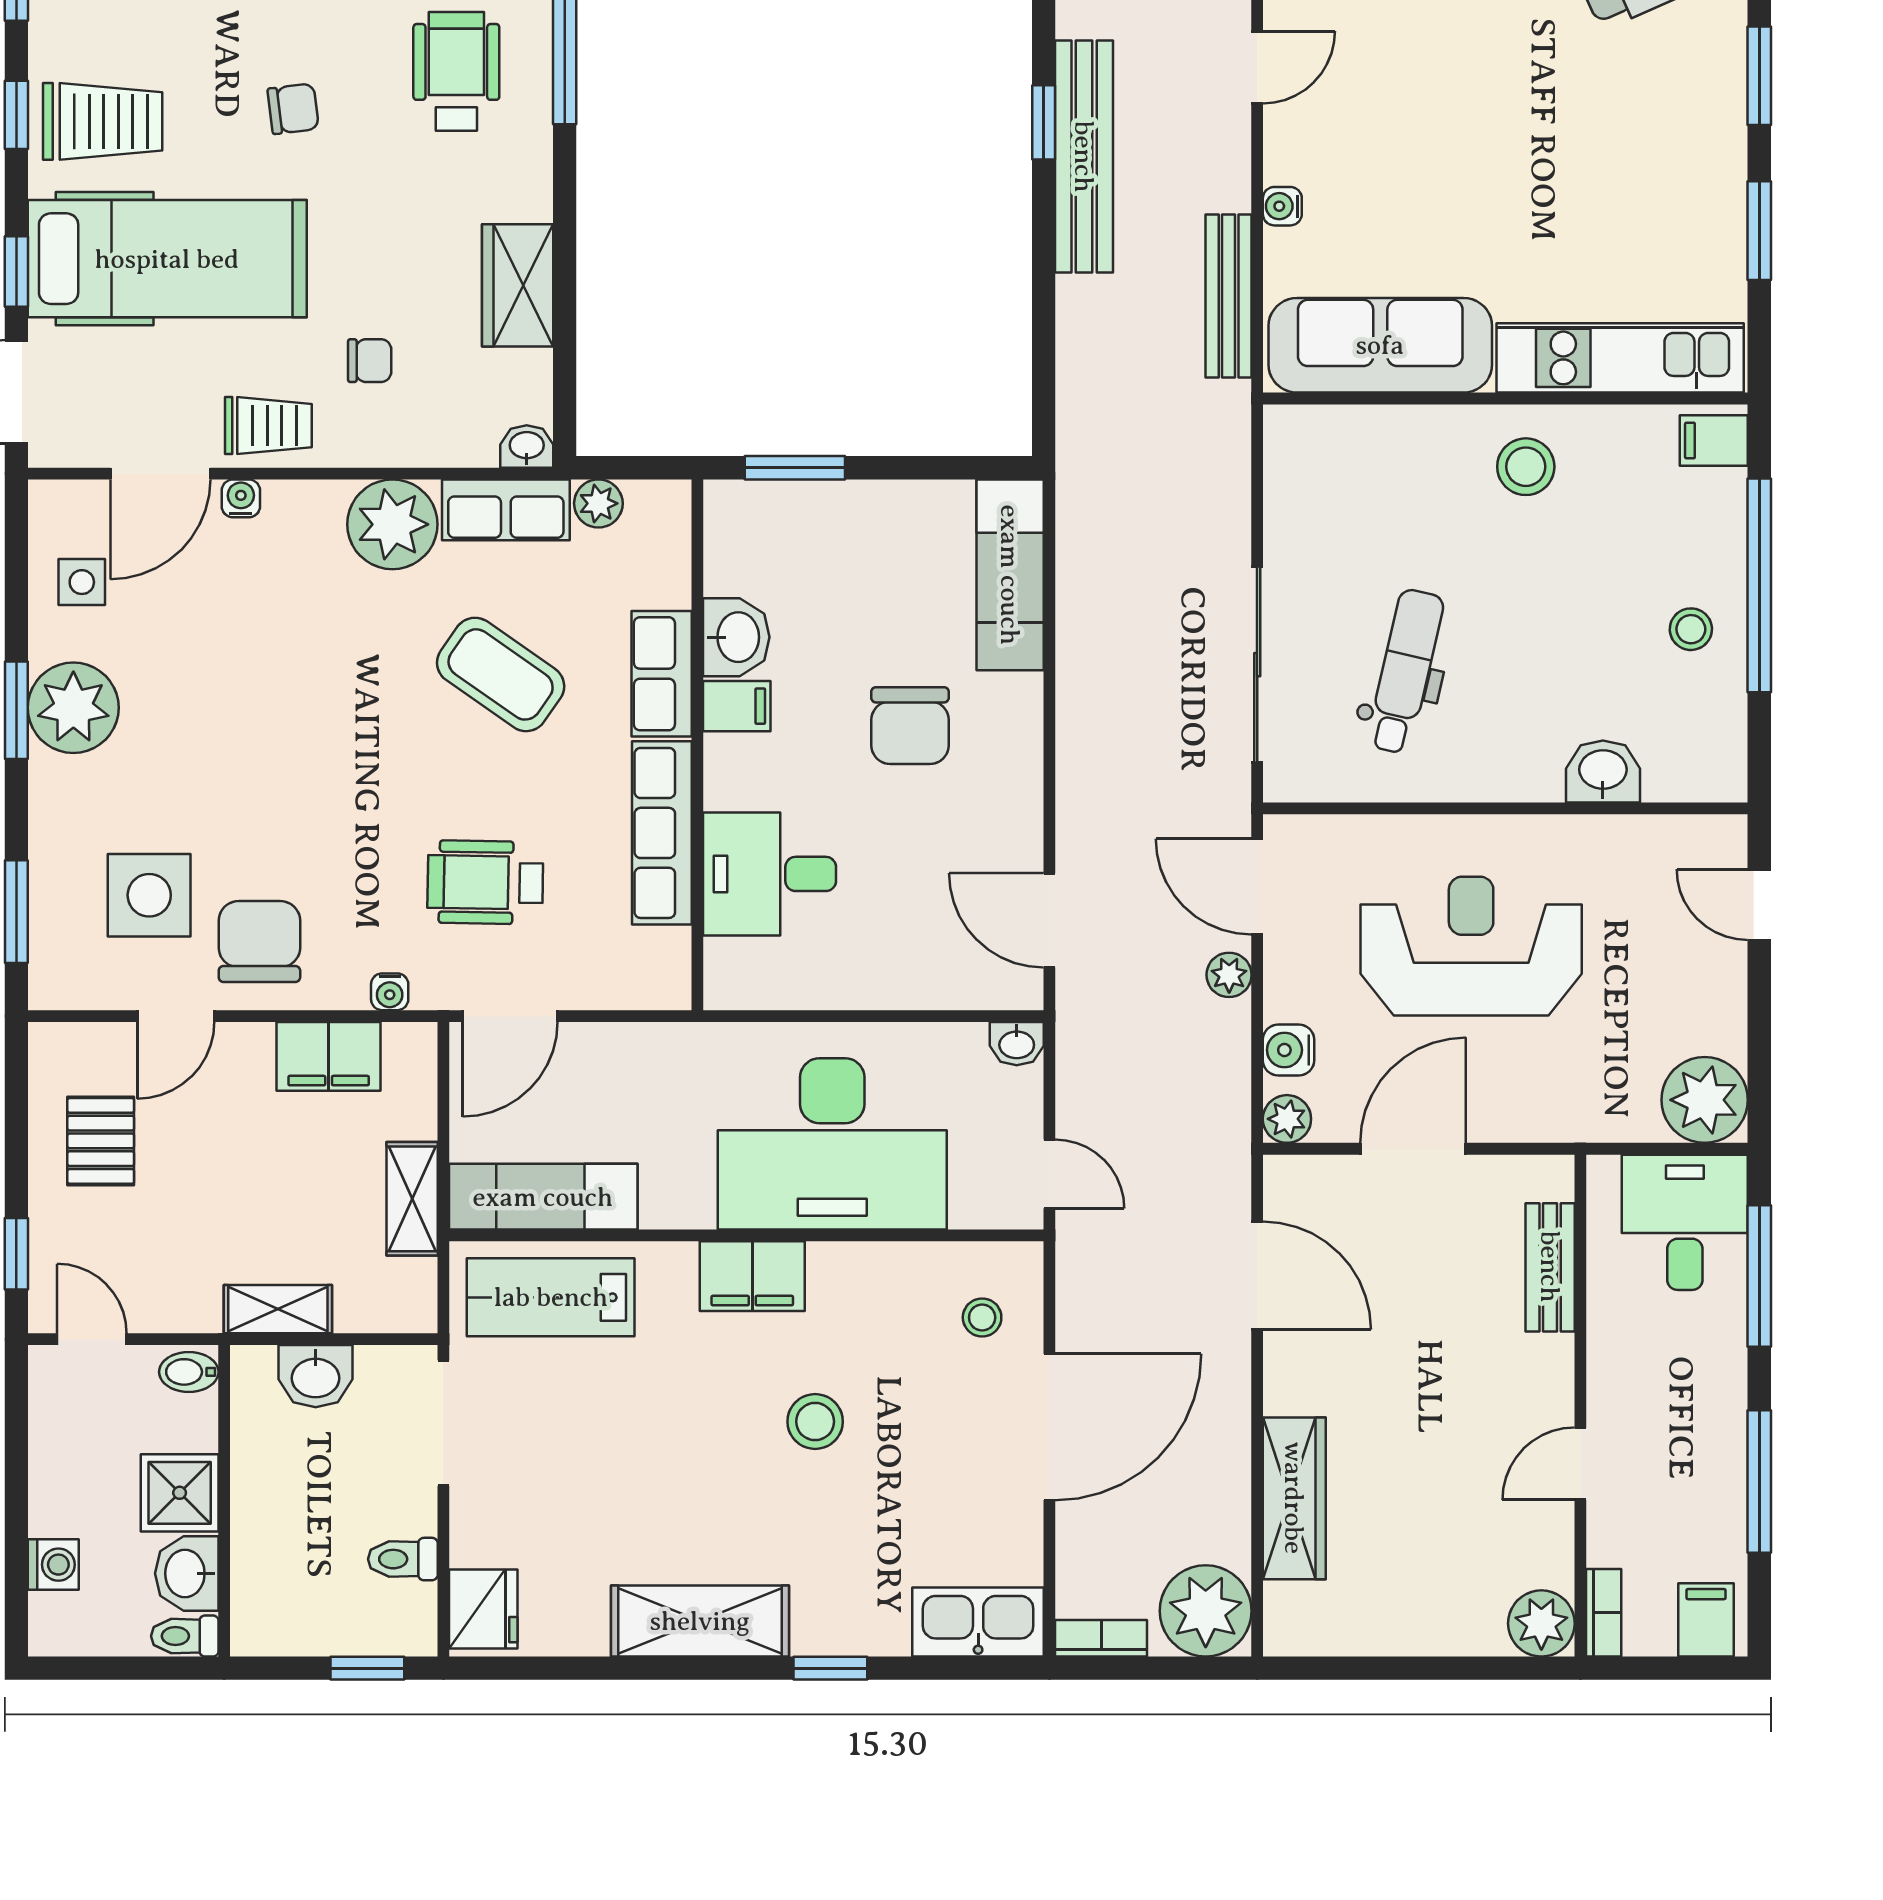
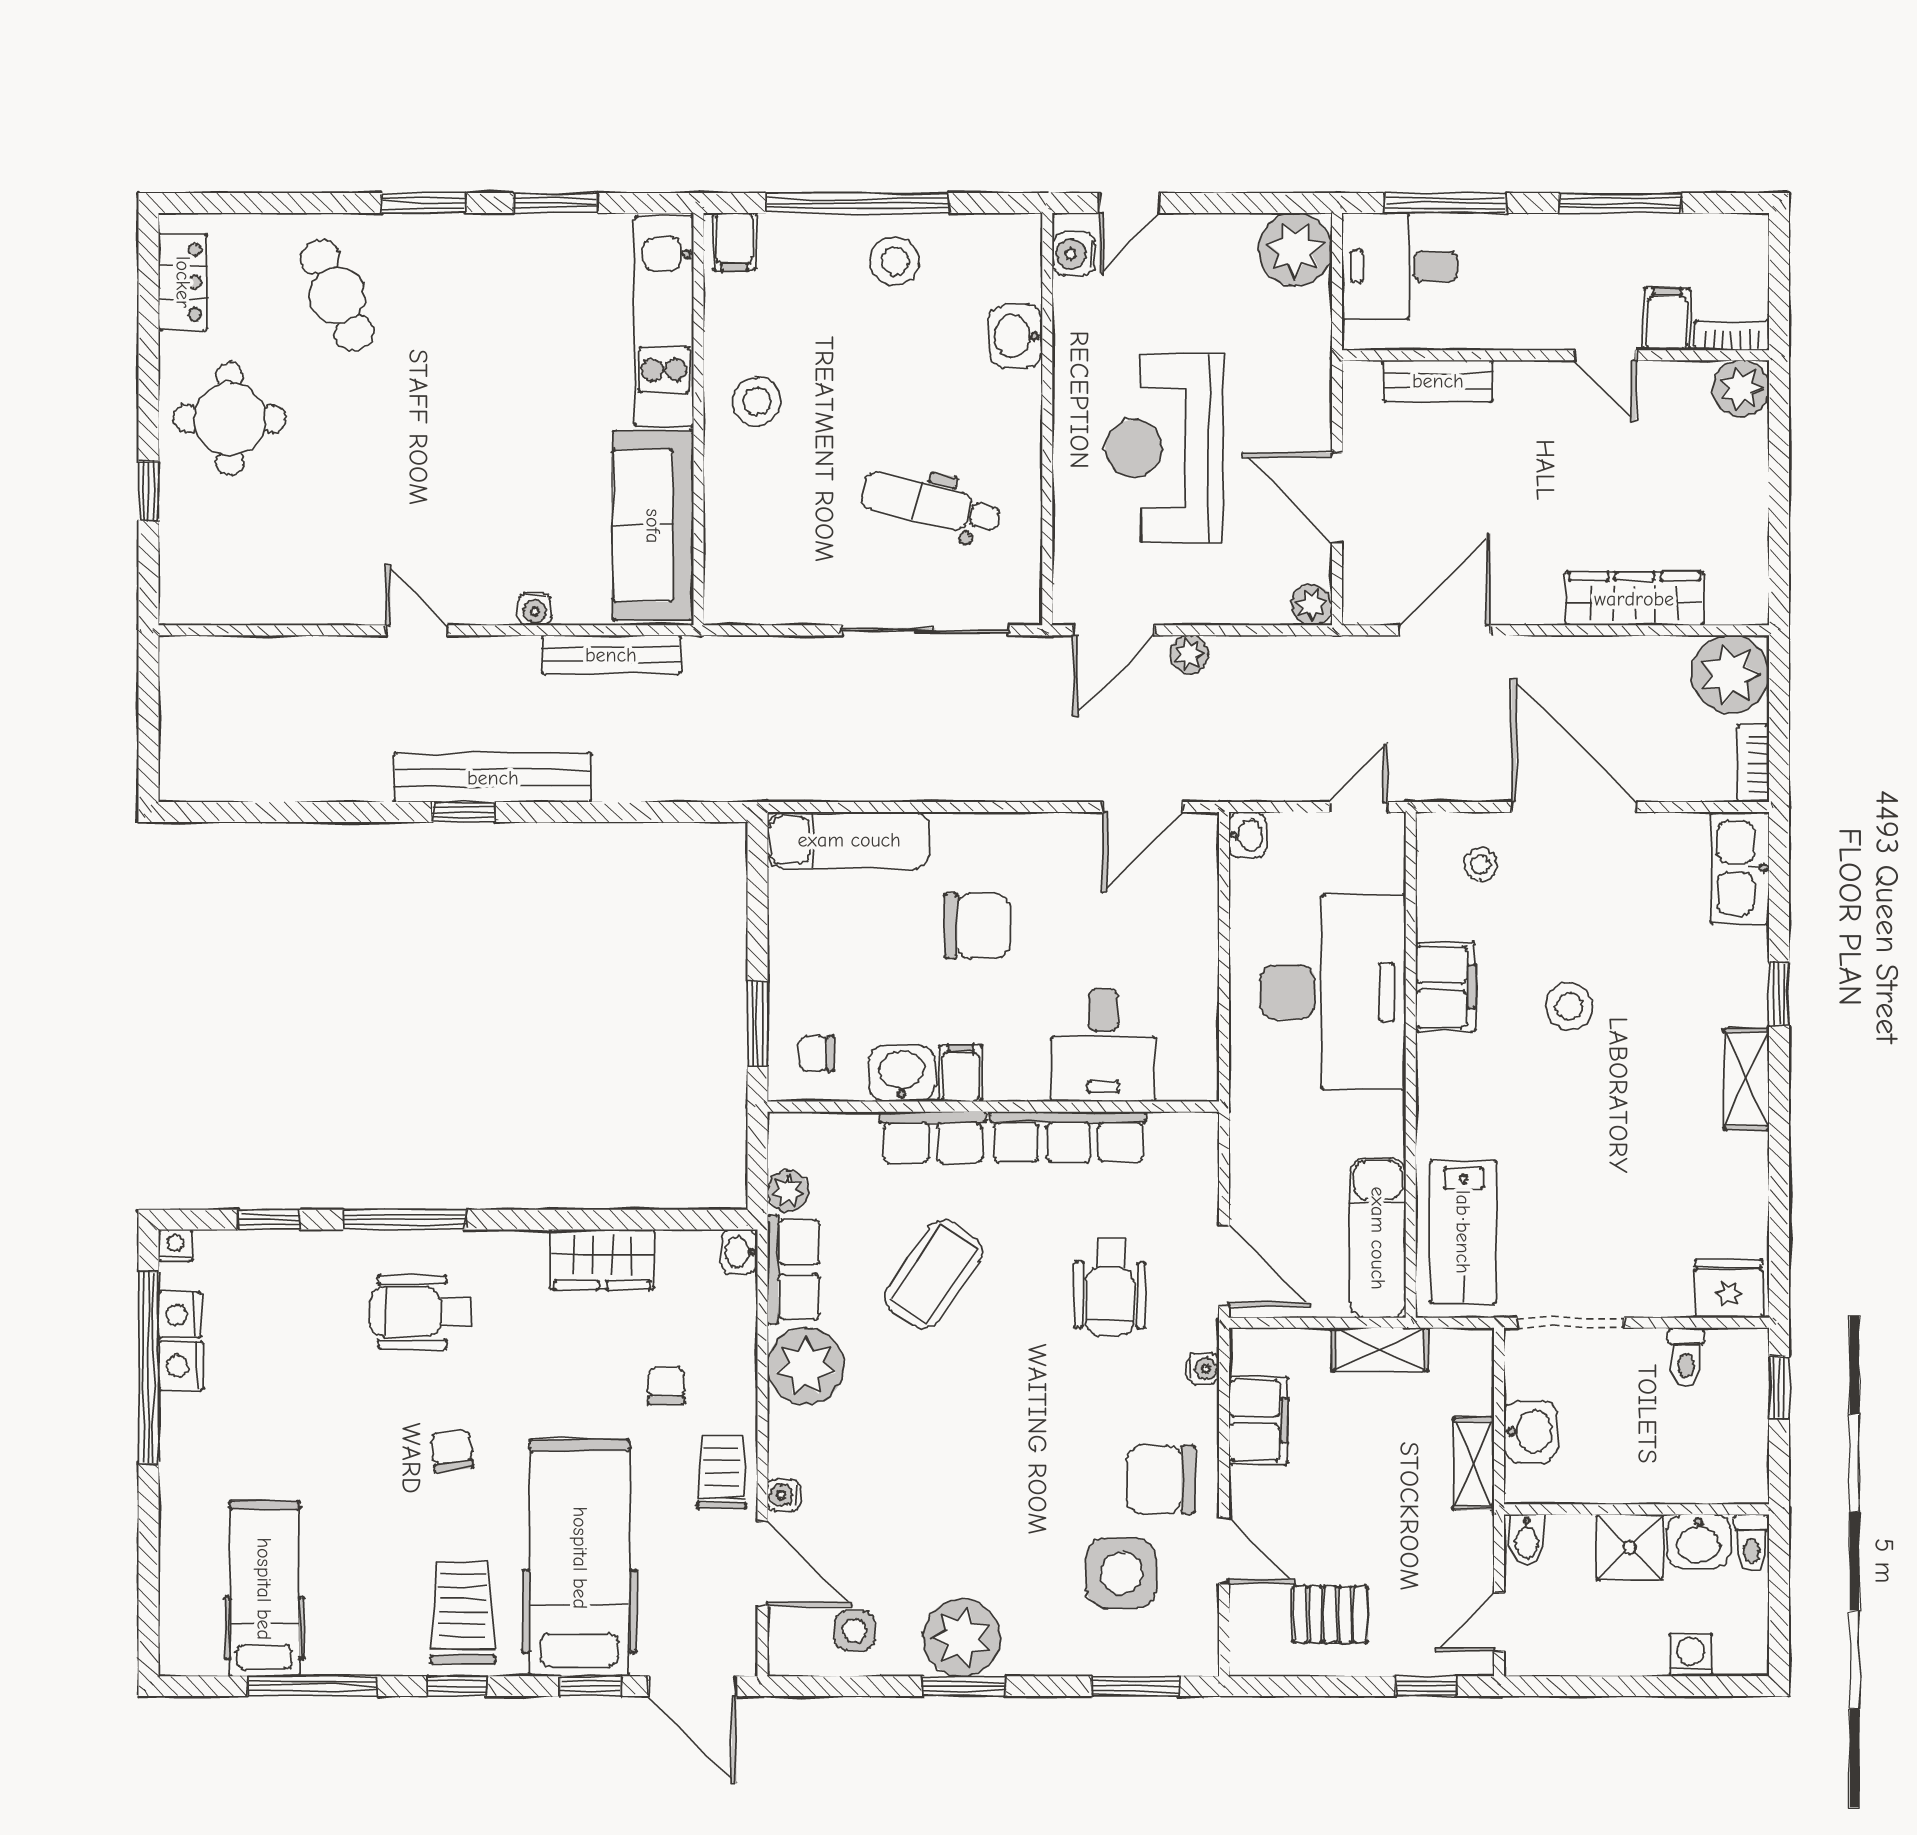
chair: (760, 537) -> (817, 1053), added
stool: (1691, 629) -> (895, 261), width x1.37, depth x1.37
water cooler: (1289, 1050) -> (1074, 254), moved, turned 90
filing cabinet: (752, 1276) -> (1445, 987), moved
filing cabinet: (1706, 1620) -> (1667, 319), moved, turned 90
shelving: (700, 1621) -> (1746, 1079), width x0.67, depth x0.75

